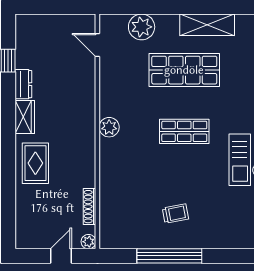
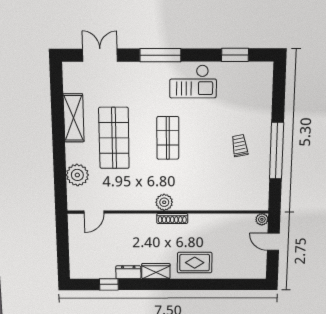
shoe rack: (90, 207) -> (172, 219), moved

